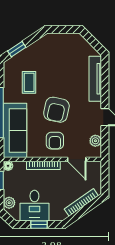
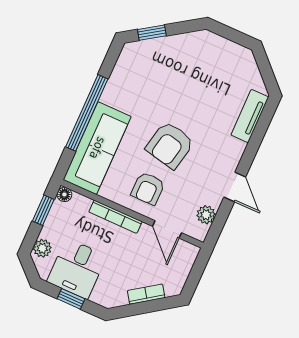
tv unit: (95, 79) -> (250, 116), width x0.71
coffee table: (29, 82) -> (148, 88), removed
bookcase: (81, 202) -> (146, 294), width x0.64

